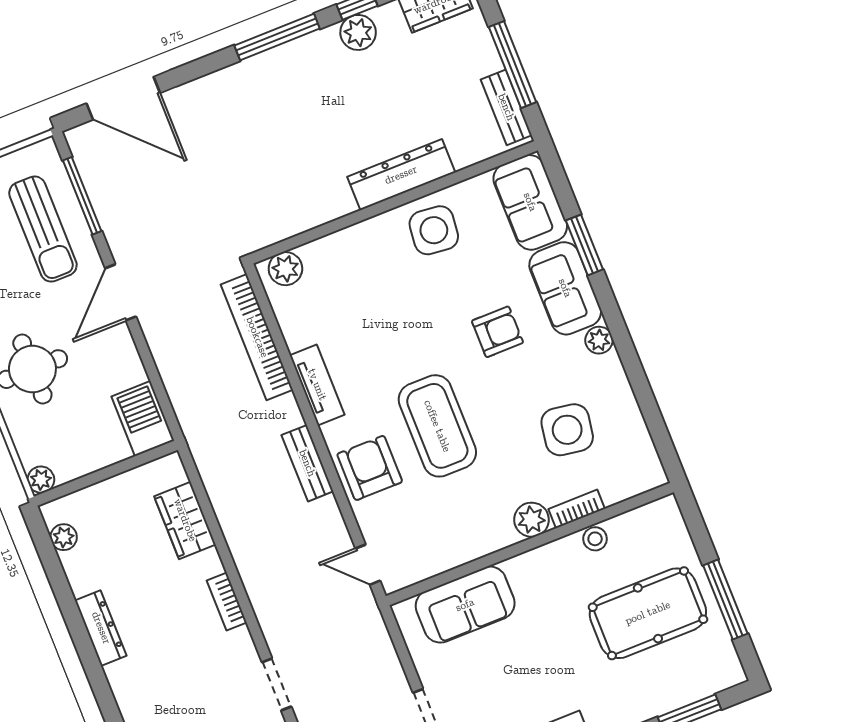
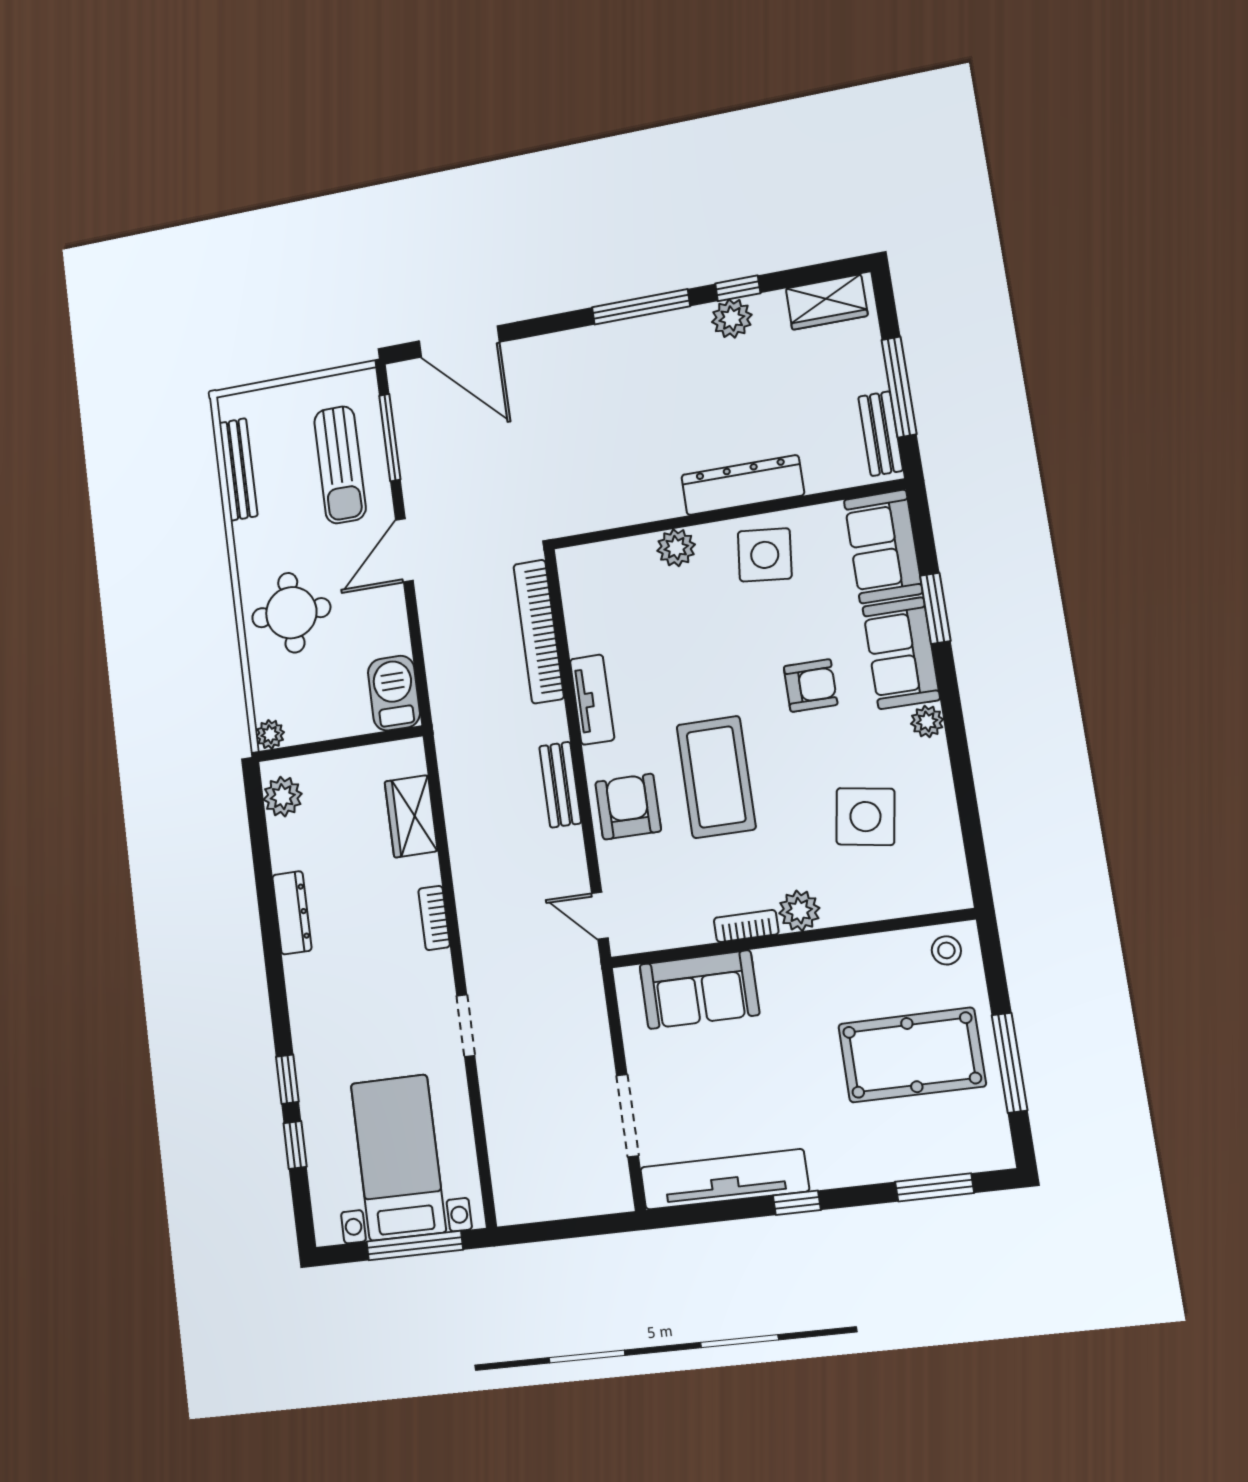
plant: (285, 269) -> (676, 548), moved
bookcase: (577, 509) -> (746, 926), moved
plant: (64, 537) -> (283, 797), width x1.38, depth x1.38
stool: (595, 539) -> (946, 950), moved

